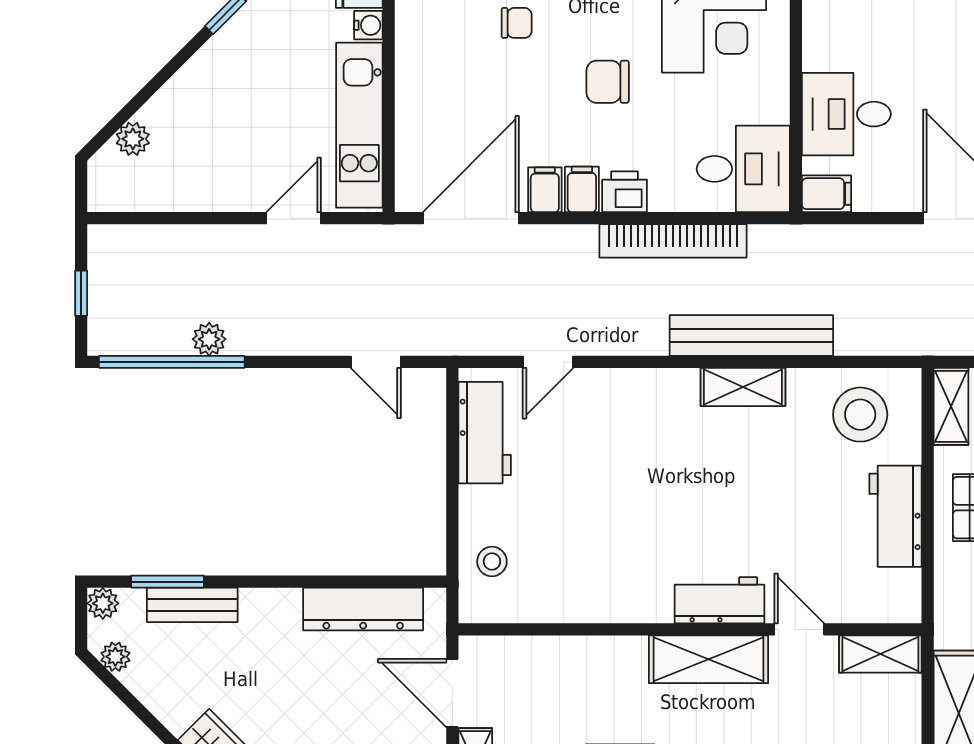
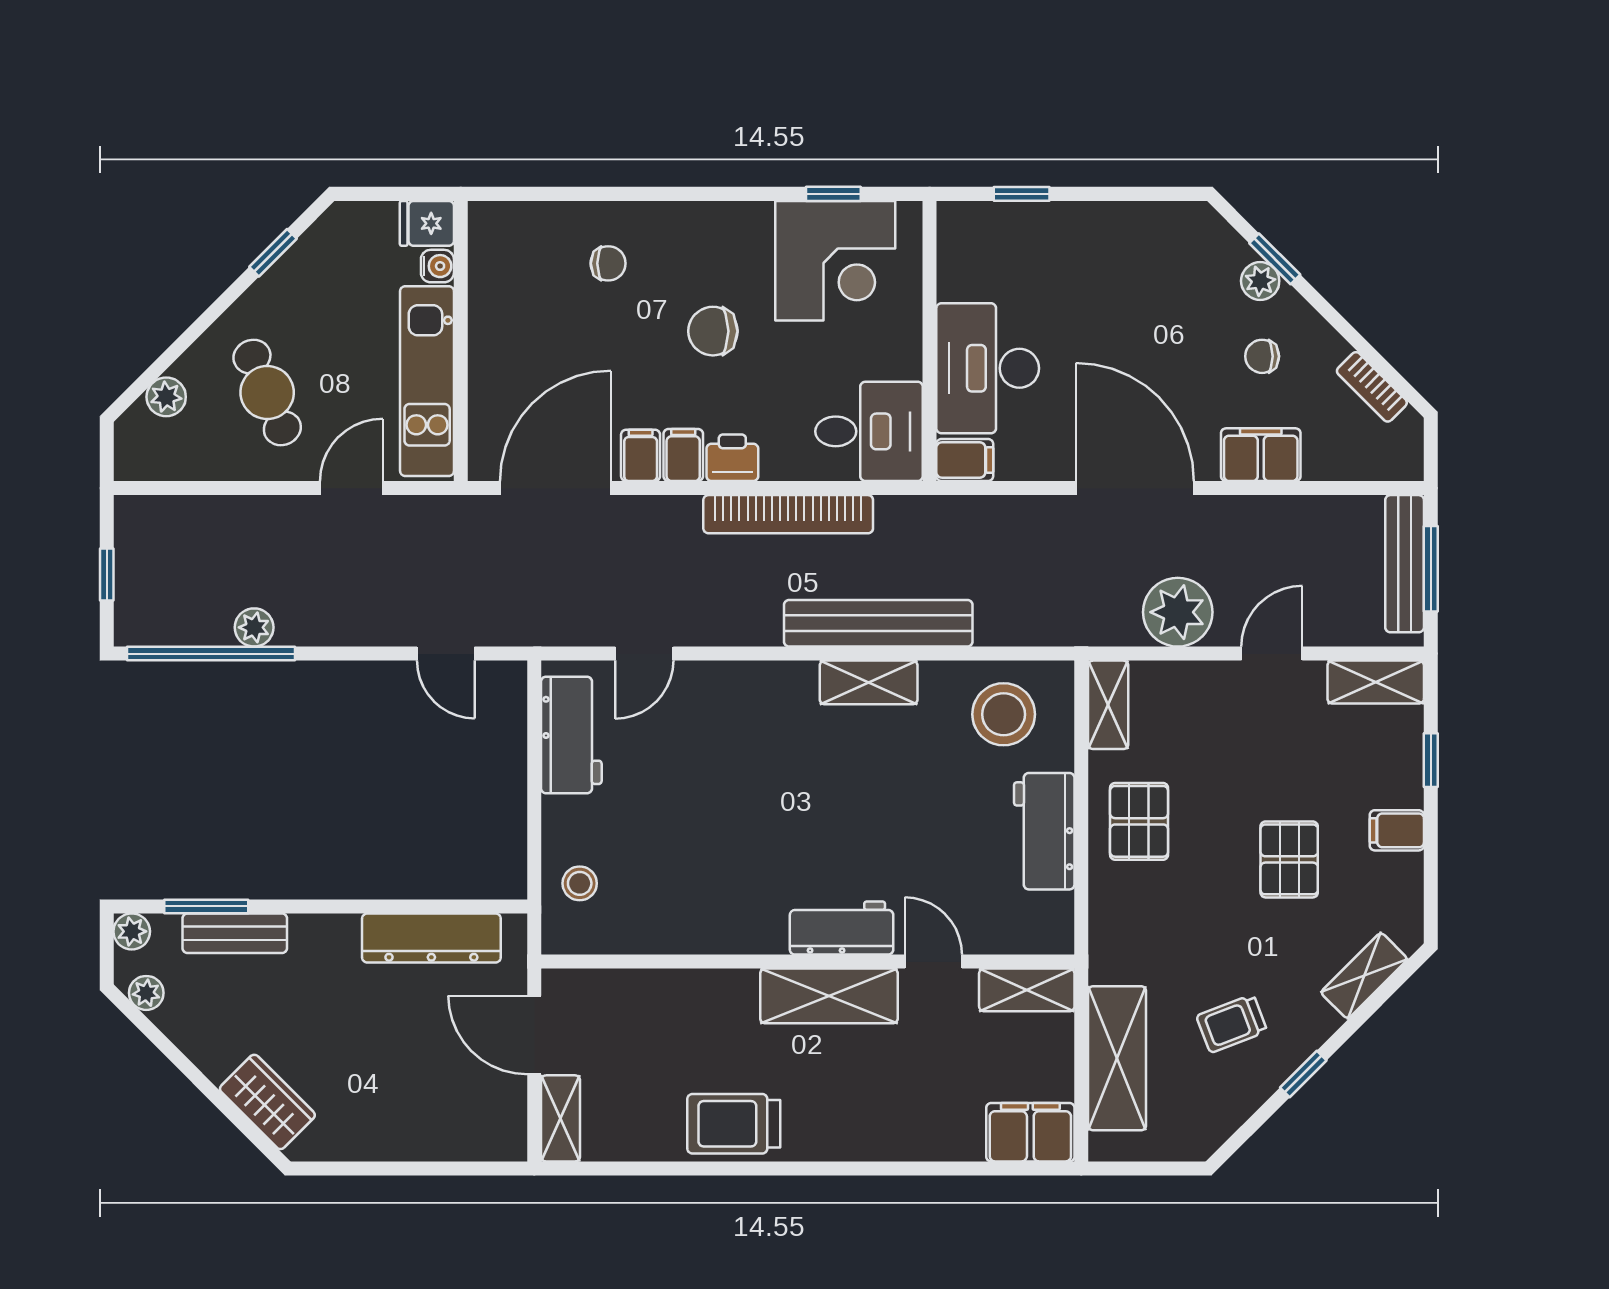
desk: (846, 114) -> (988, 368), width x1.37
cafe table: (220, 135) -> (267, 392), added

